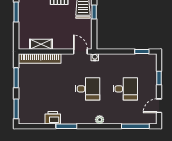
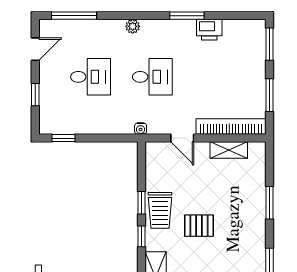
door: (80, 52) -> (182, 138), moved
desk: (88, 89) -> (152, 77), turned 180
desk: (125, 89) -> (91, 77), turned 180

